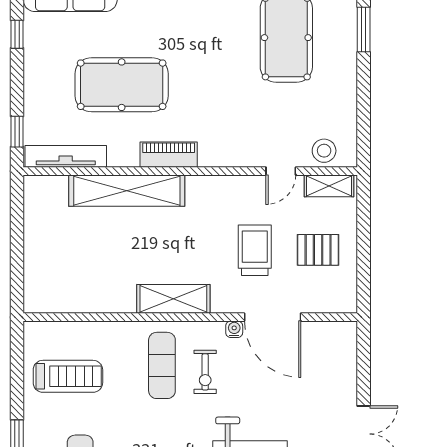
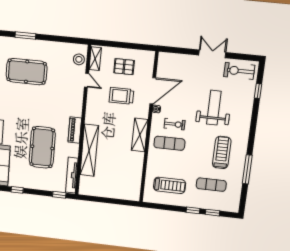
pallet: (318, 250) -> (124, 67), turned 90
treadmill: (68, 376) -> (170, 185), turned 90

